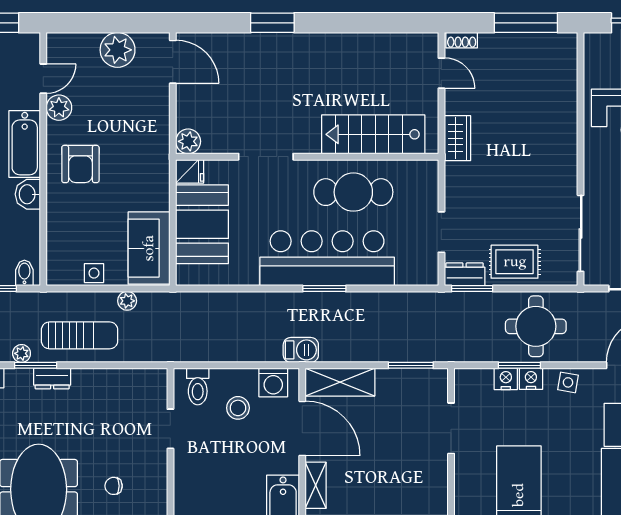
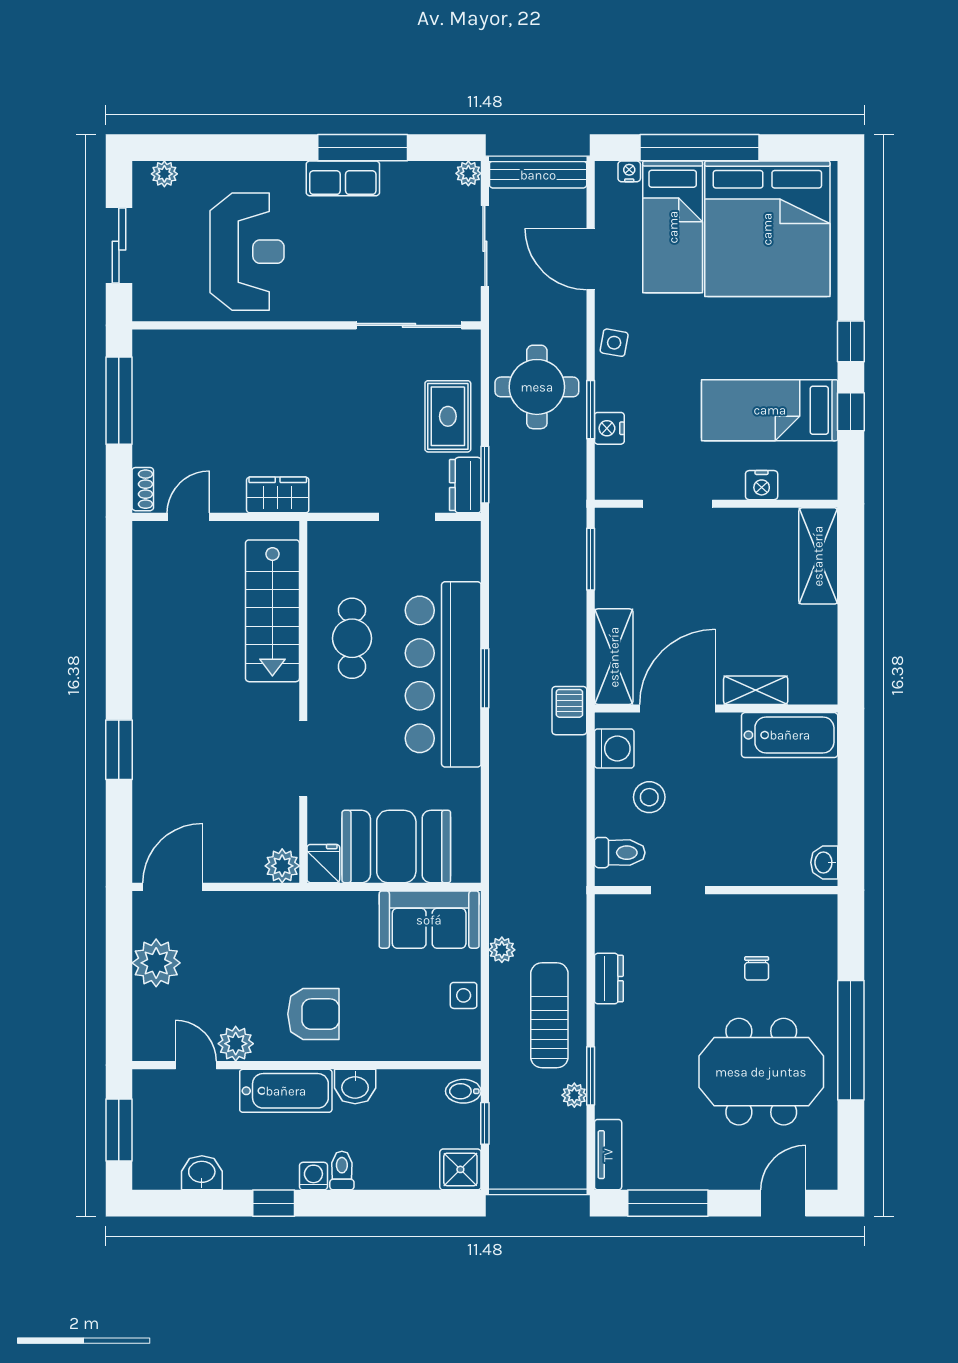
cafe table: (353, 192) -> (352, 638), width x0.73, depth x0.74
dresser: (52, 379) -> (609, 979), moved
nightstand: (531, 379) -> (762, 485), moved, turned -90

